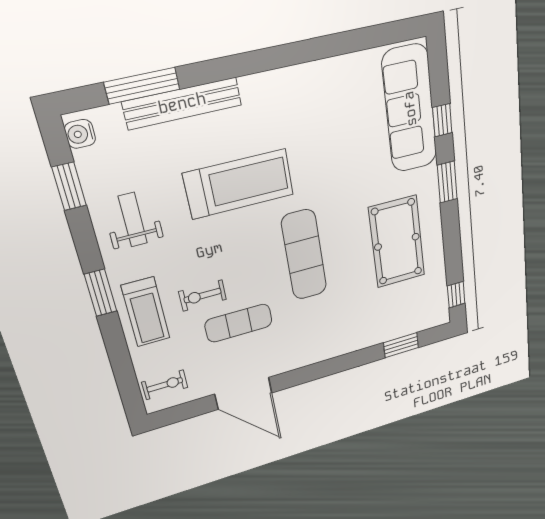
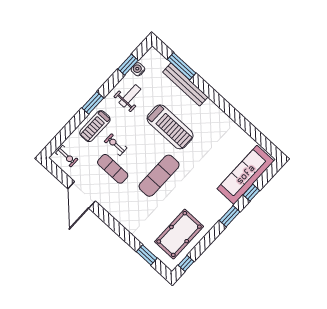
water cooler: (80, 134) -> (138, 69), moved
pool table: (397, 242) -> (179, 234), moved

